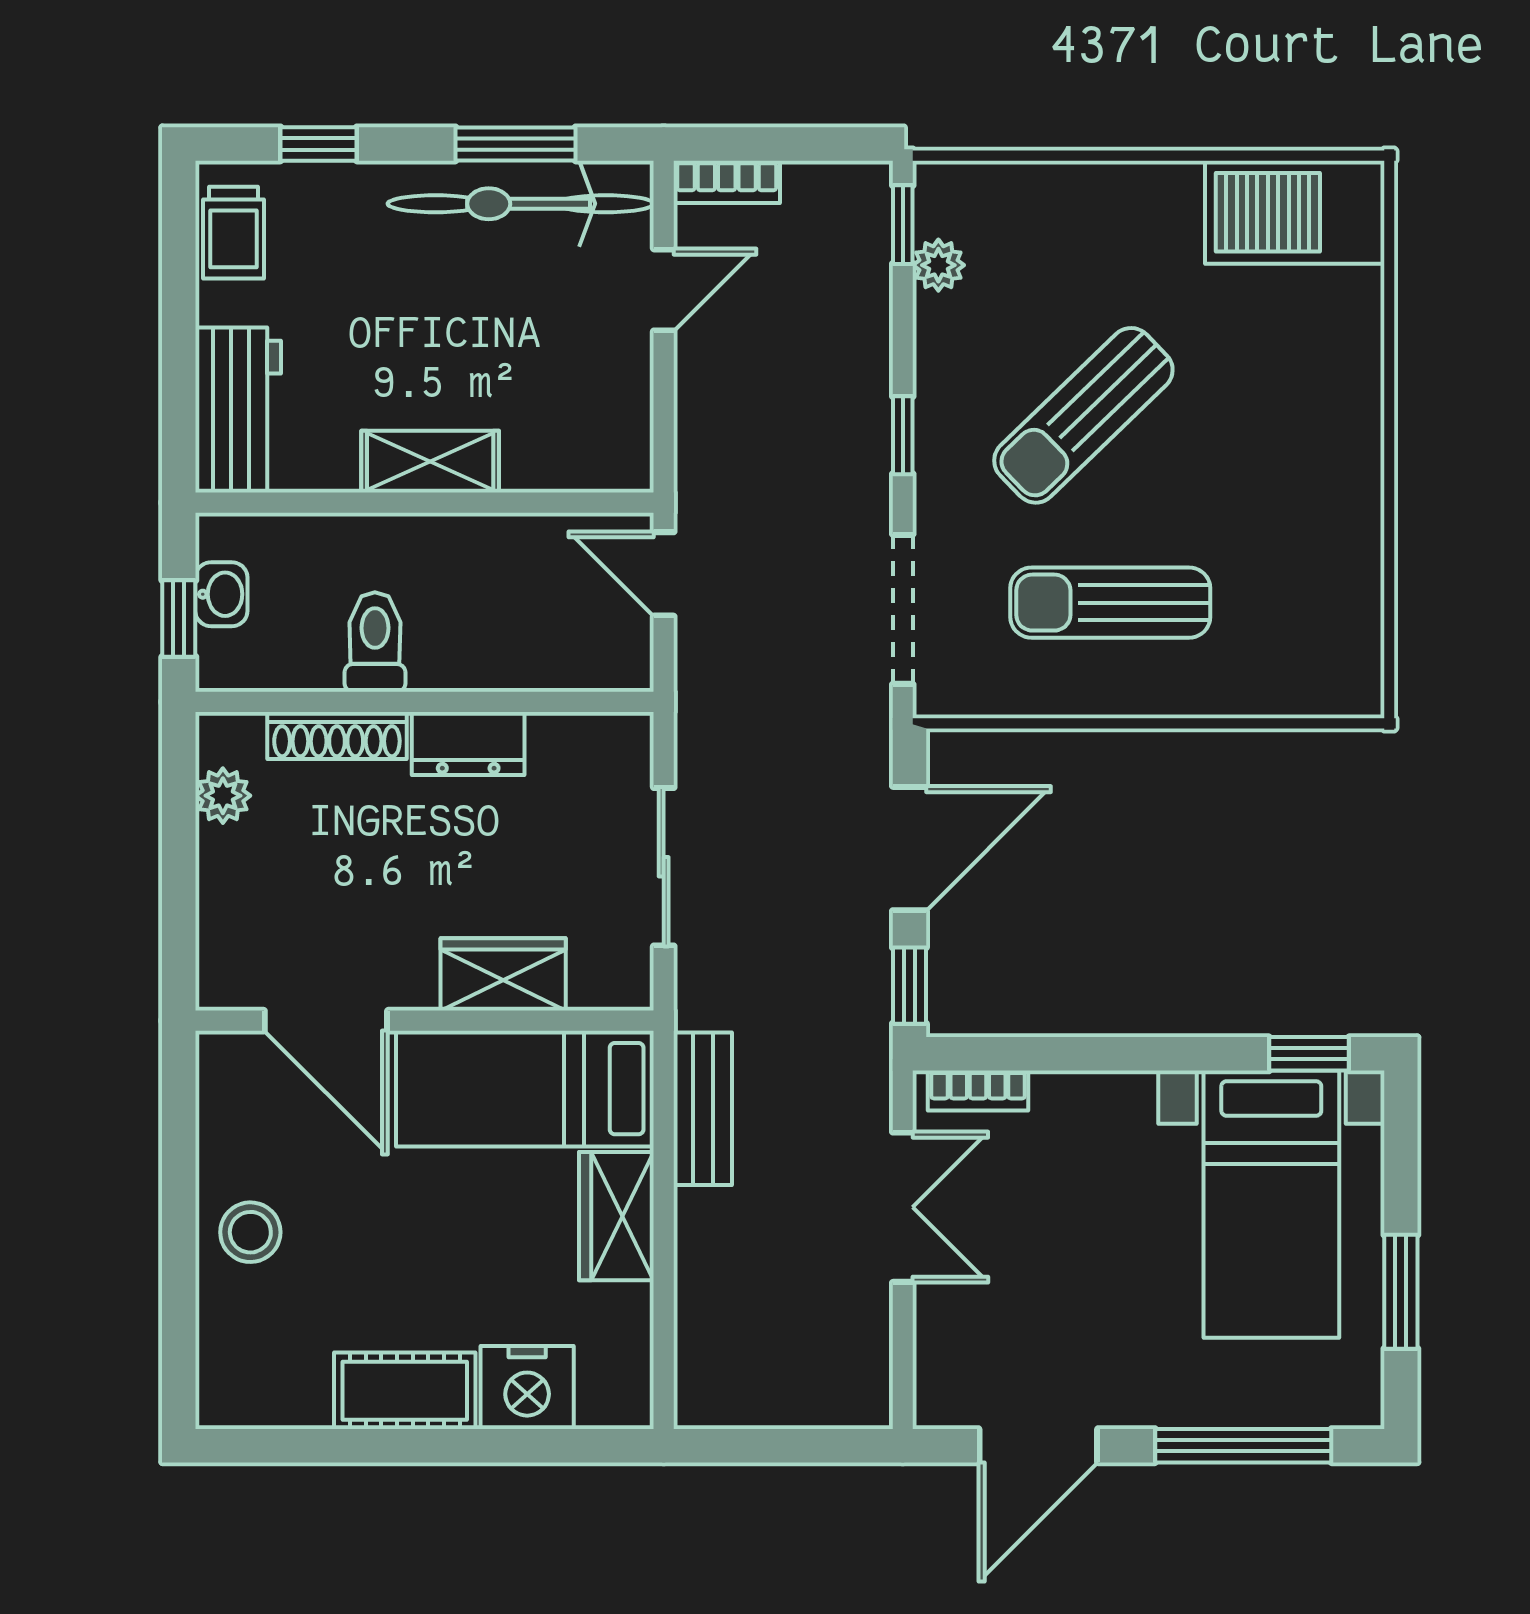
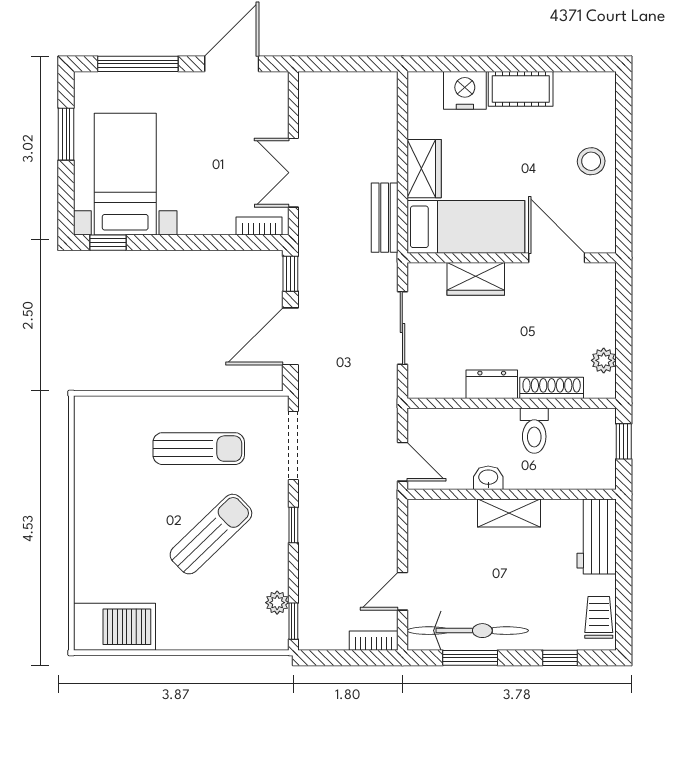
washbasin: (221, 594) -> (488, 478), moved, turned 90

